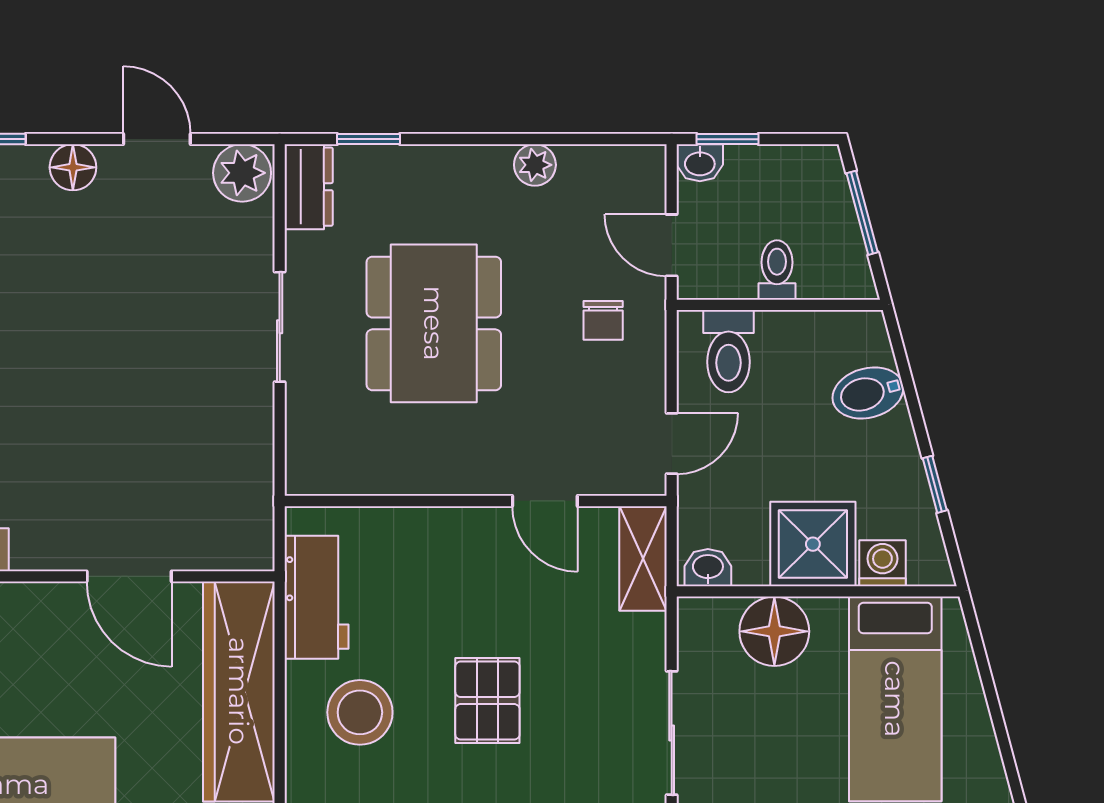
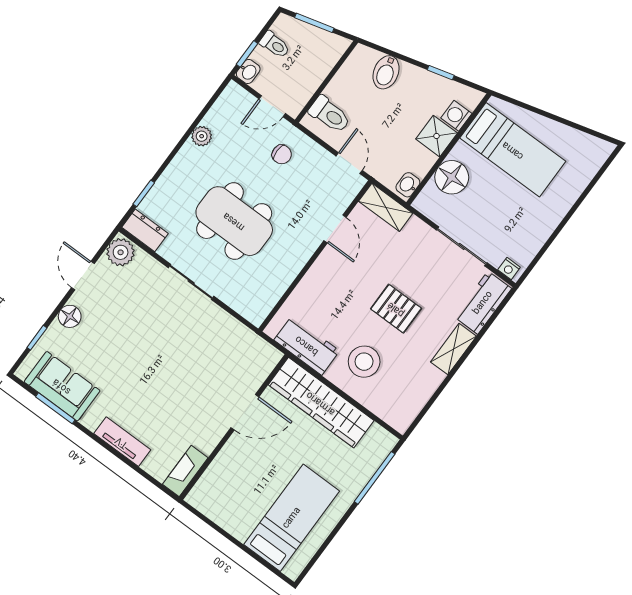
door: (157, 139) -> (83, 276), hinge flipped
toilet: (777, 270) -> (275, 45), moved, turned 180
door: (545, 501) -> (335, 229), hinge flipped
shower: (813, 544) -> (437, 136), width x0.73, depth x0.73

